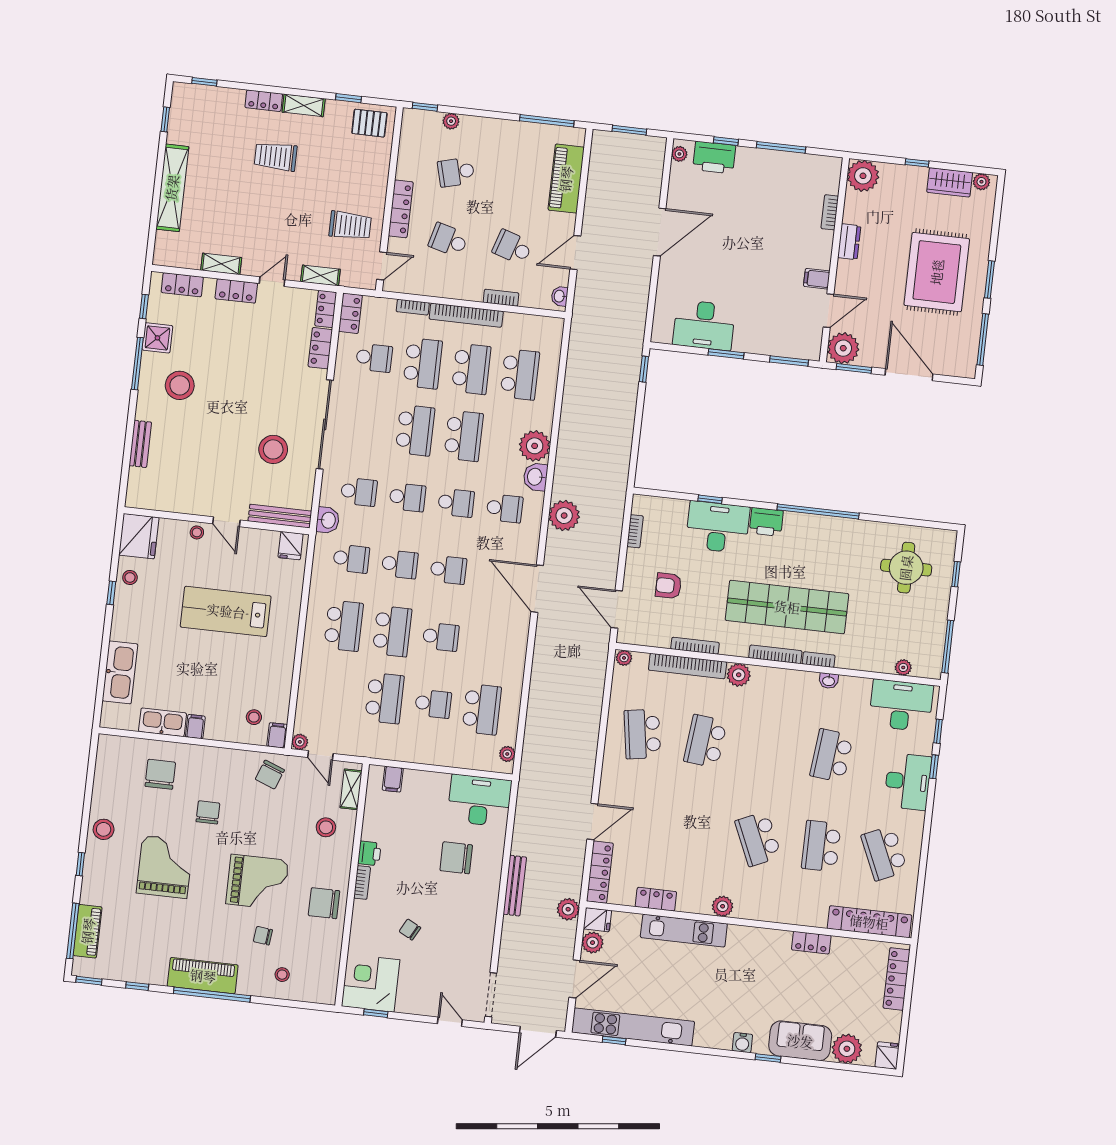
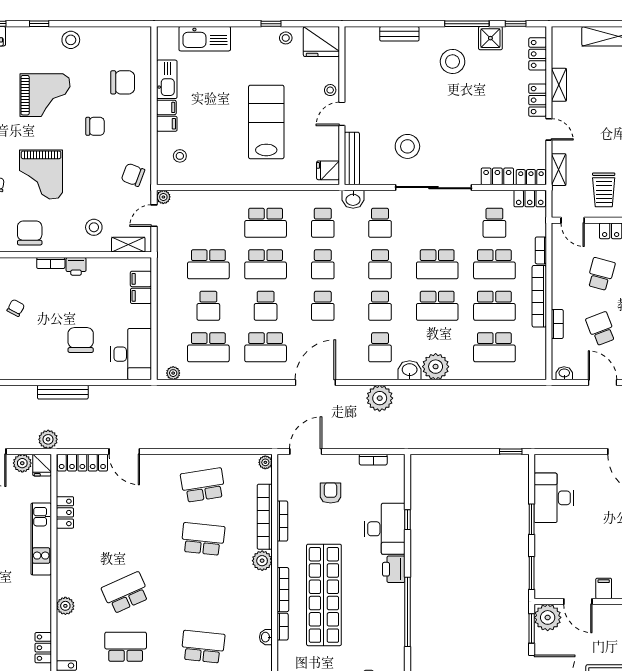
school desk: (512, 247) -> (601, 329), turned -39
school desk: (489, 642) -> (266, 347), added
filing cabinet: (277, 735) -> (167, 124), moved
filing cabinet: (413, 781) -> (141, 296), added
plant: (723, 906) -> (65, 606), moved

